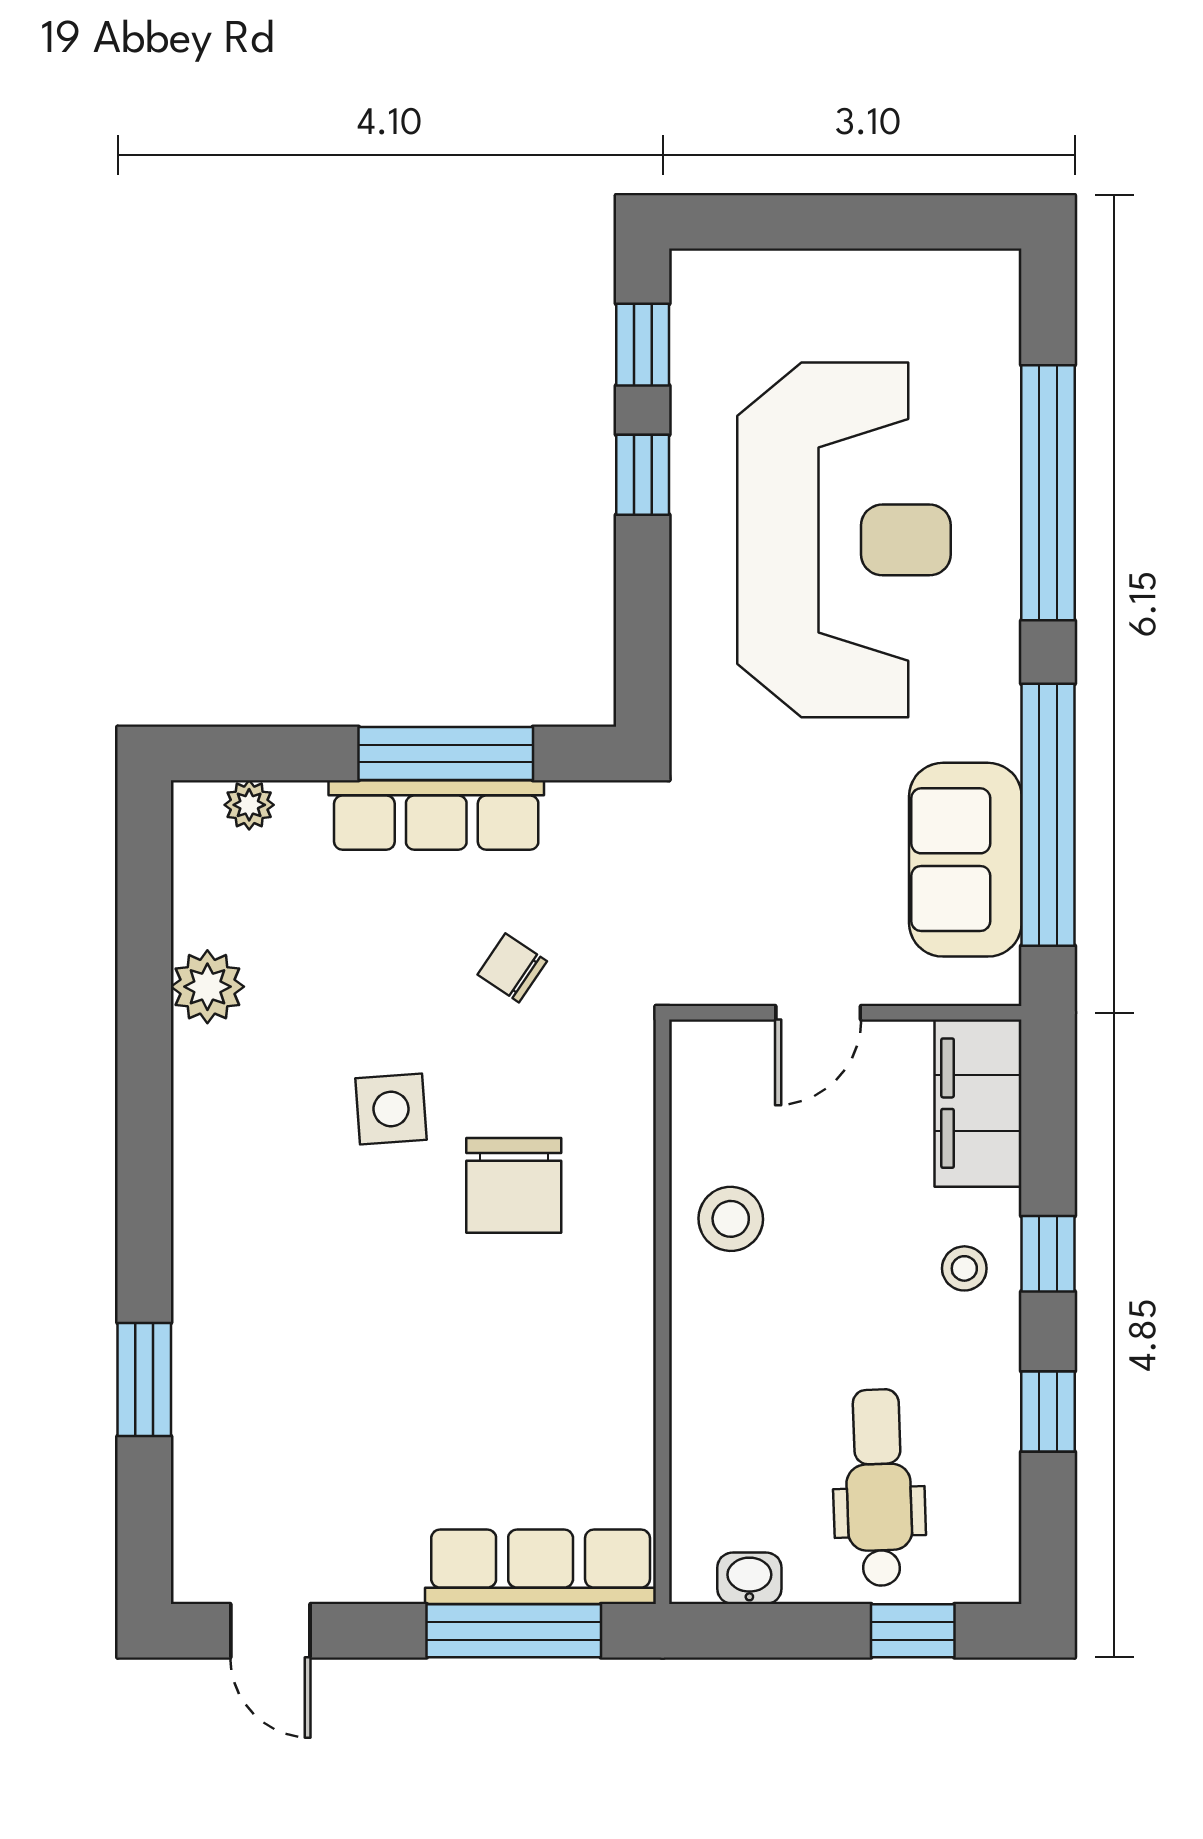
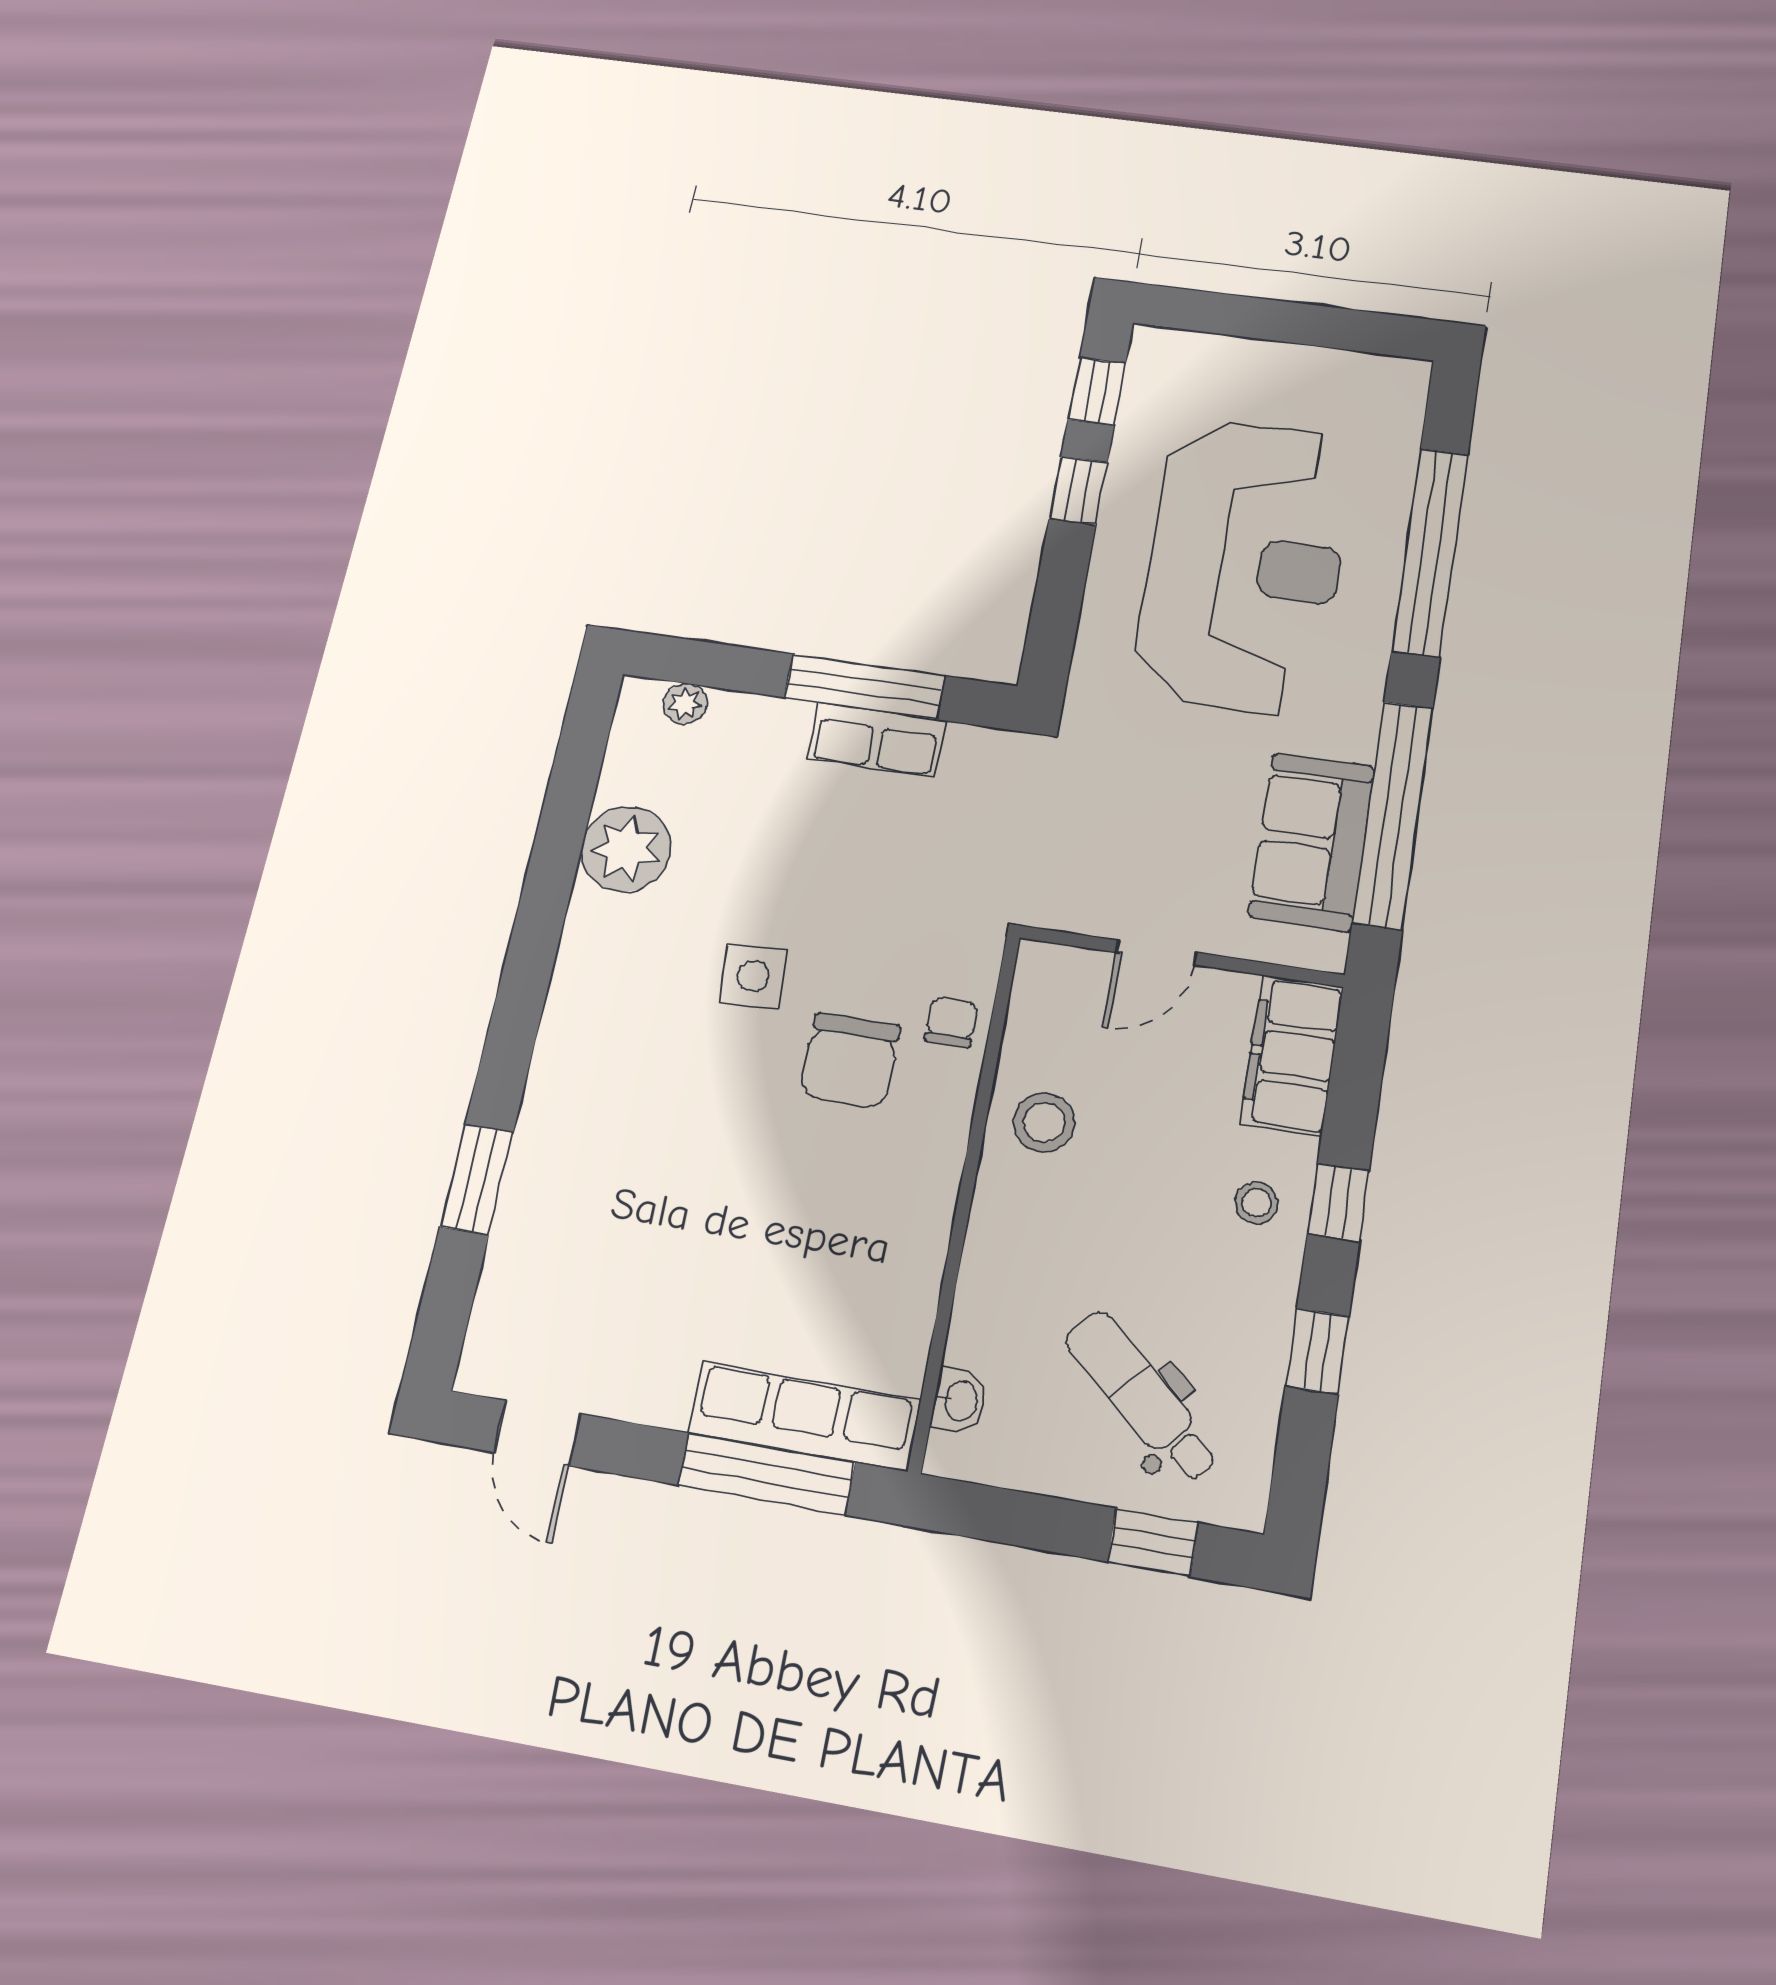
row of seats: (436, 815) -> (876, 740), width x0.68
chair: (512, 968) -> (951, 1022), moved, turned 56
plant: (207, 987) -> (626, 849), width x1.36, depth x1.36
dental chair: (879, 1488) -> (1142, 1396), turned -47
washbasin: (749, 1578) -> (960, 1401), moved, turned 90

